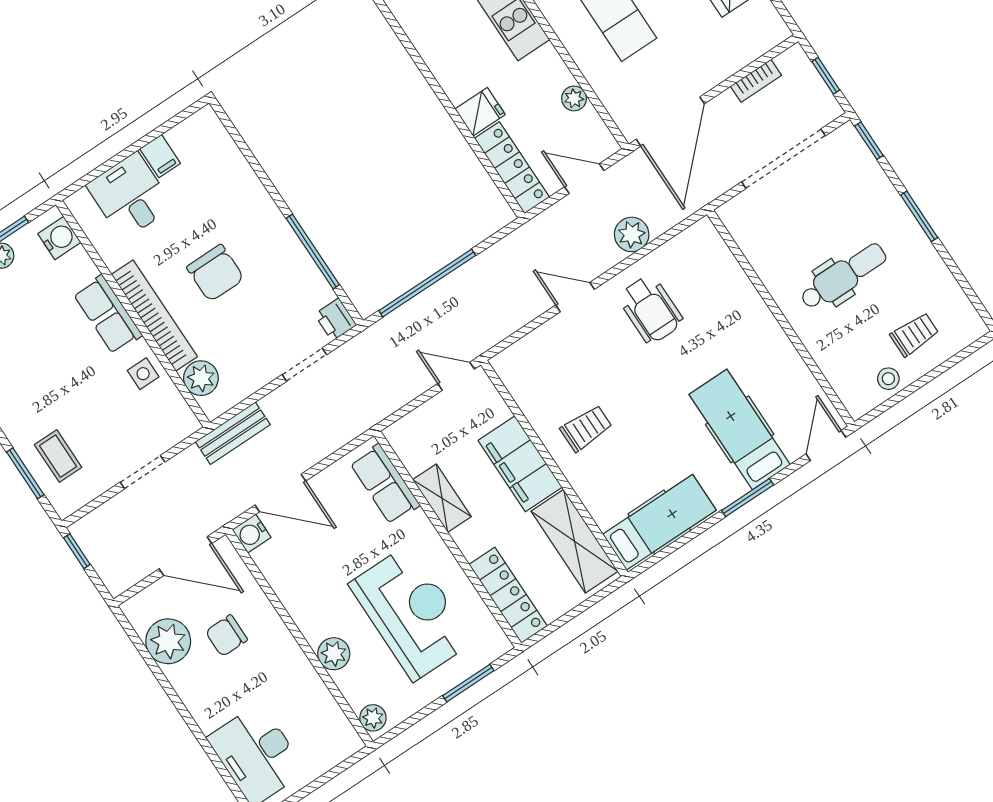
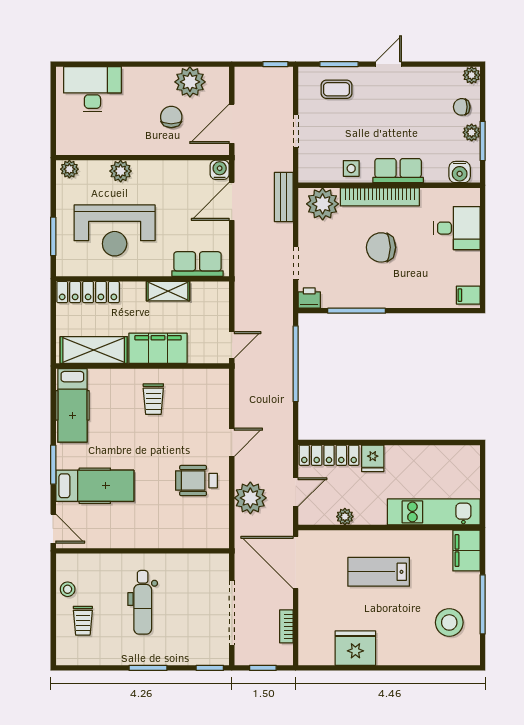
filing cabinet: (160, 156) -> (468, 295), moved
plant: (632, 234) -> (250, 498), width x1.36, depth x1.36
plant: (201, 378) -> (323, 204), width x1.36, depth x1.36

